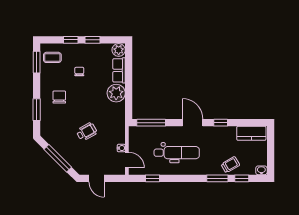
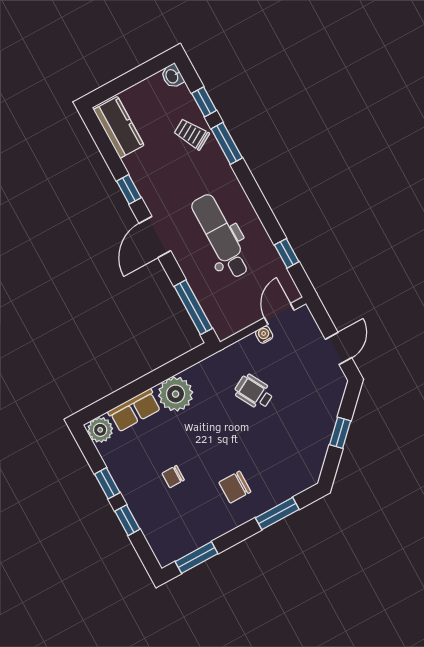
coffee table: (52, 57) -> (174, 535), removed
wheelchair: (87, 132) -> (254, 392), moved
window: (58, 158) -> (340, 433), width x0.46

